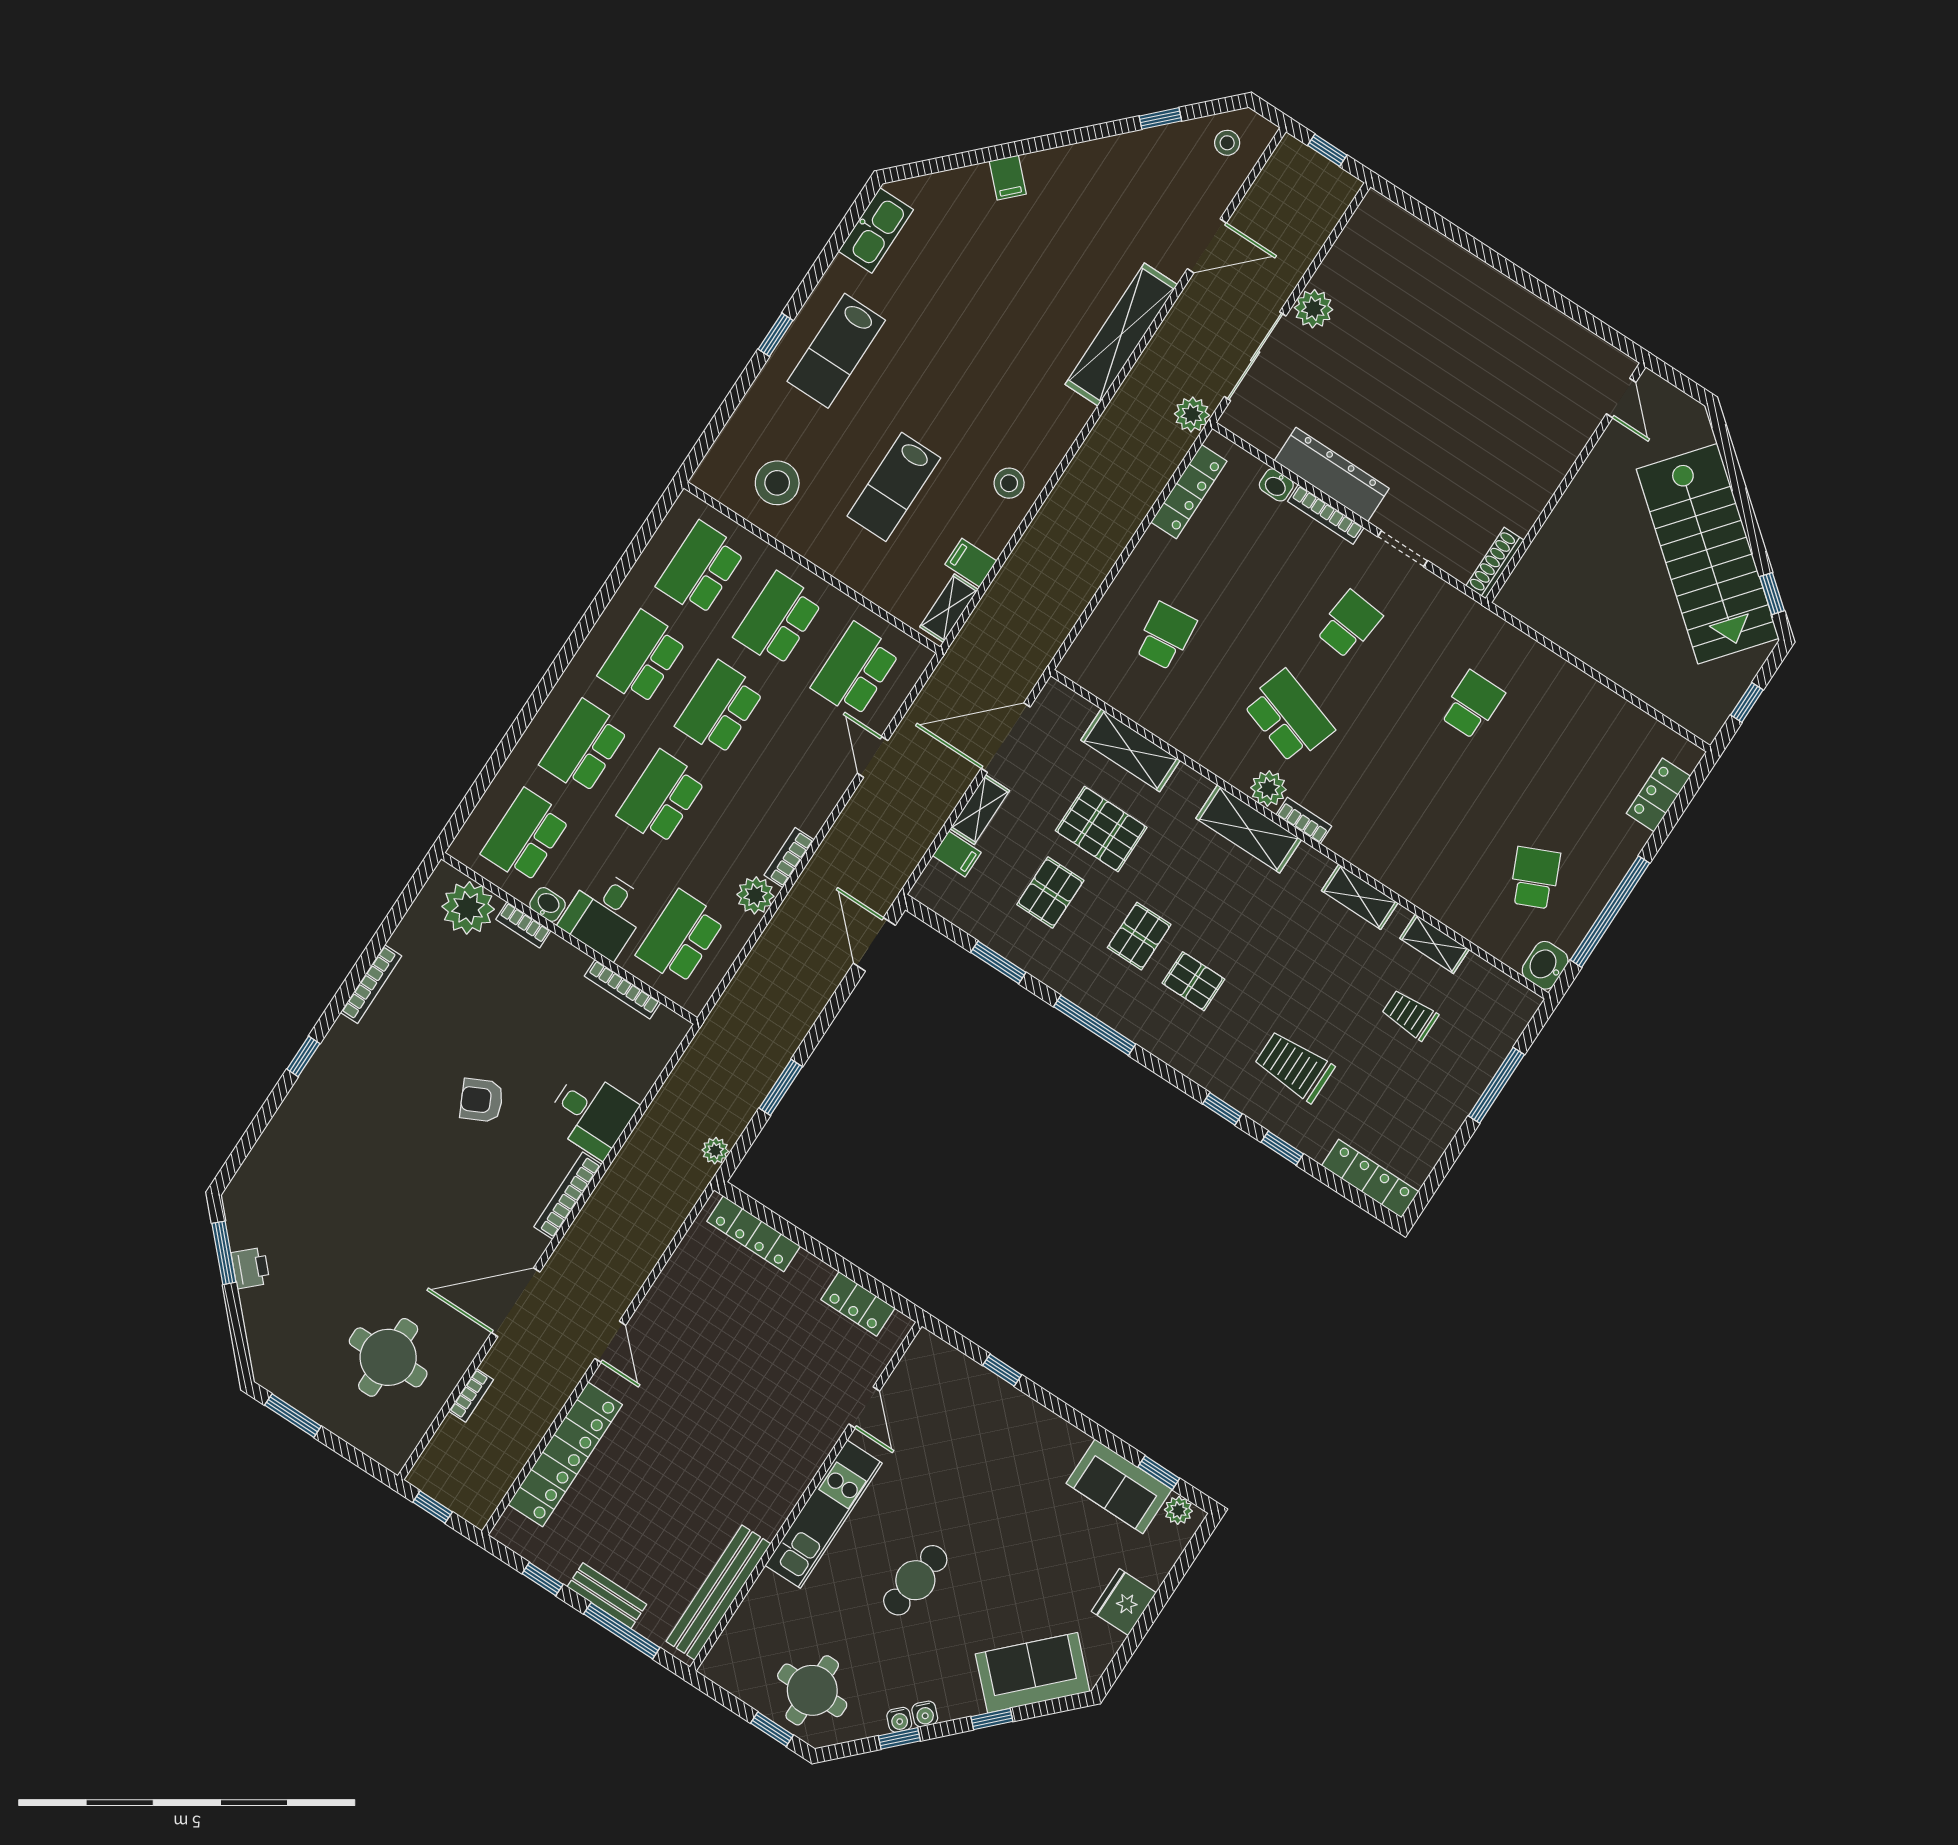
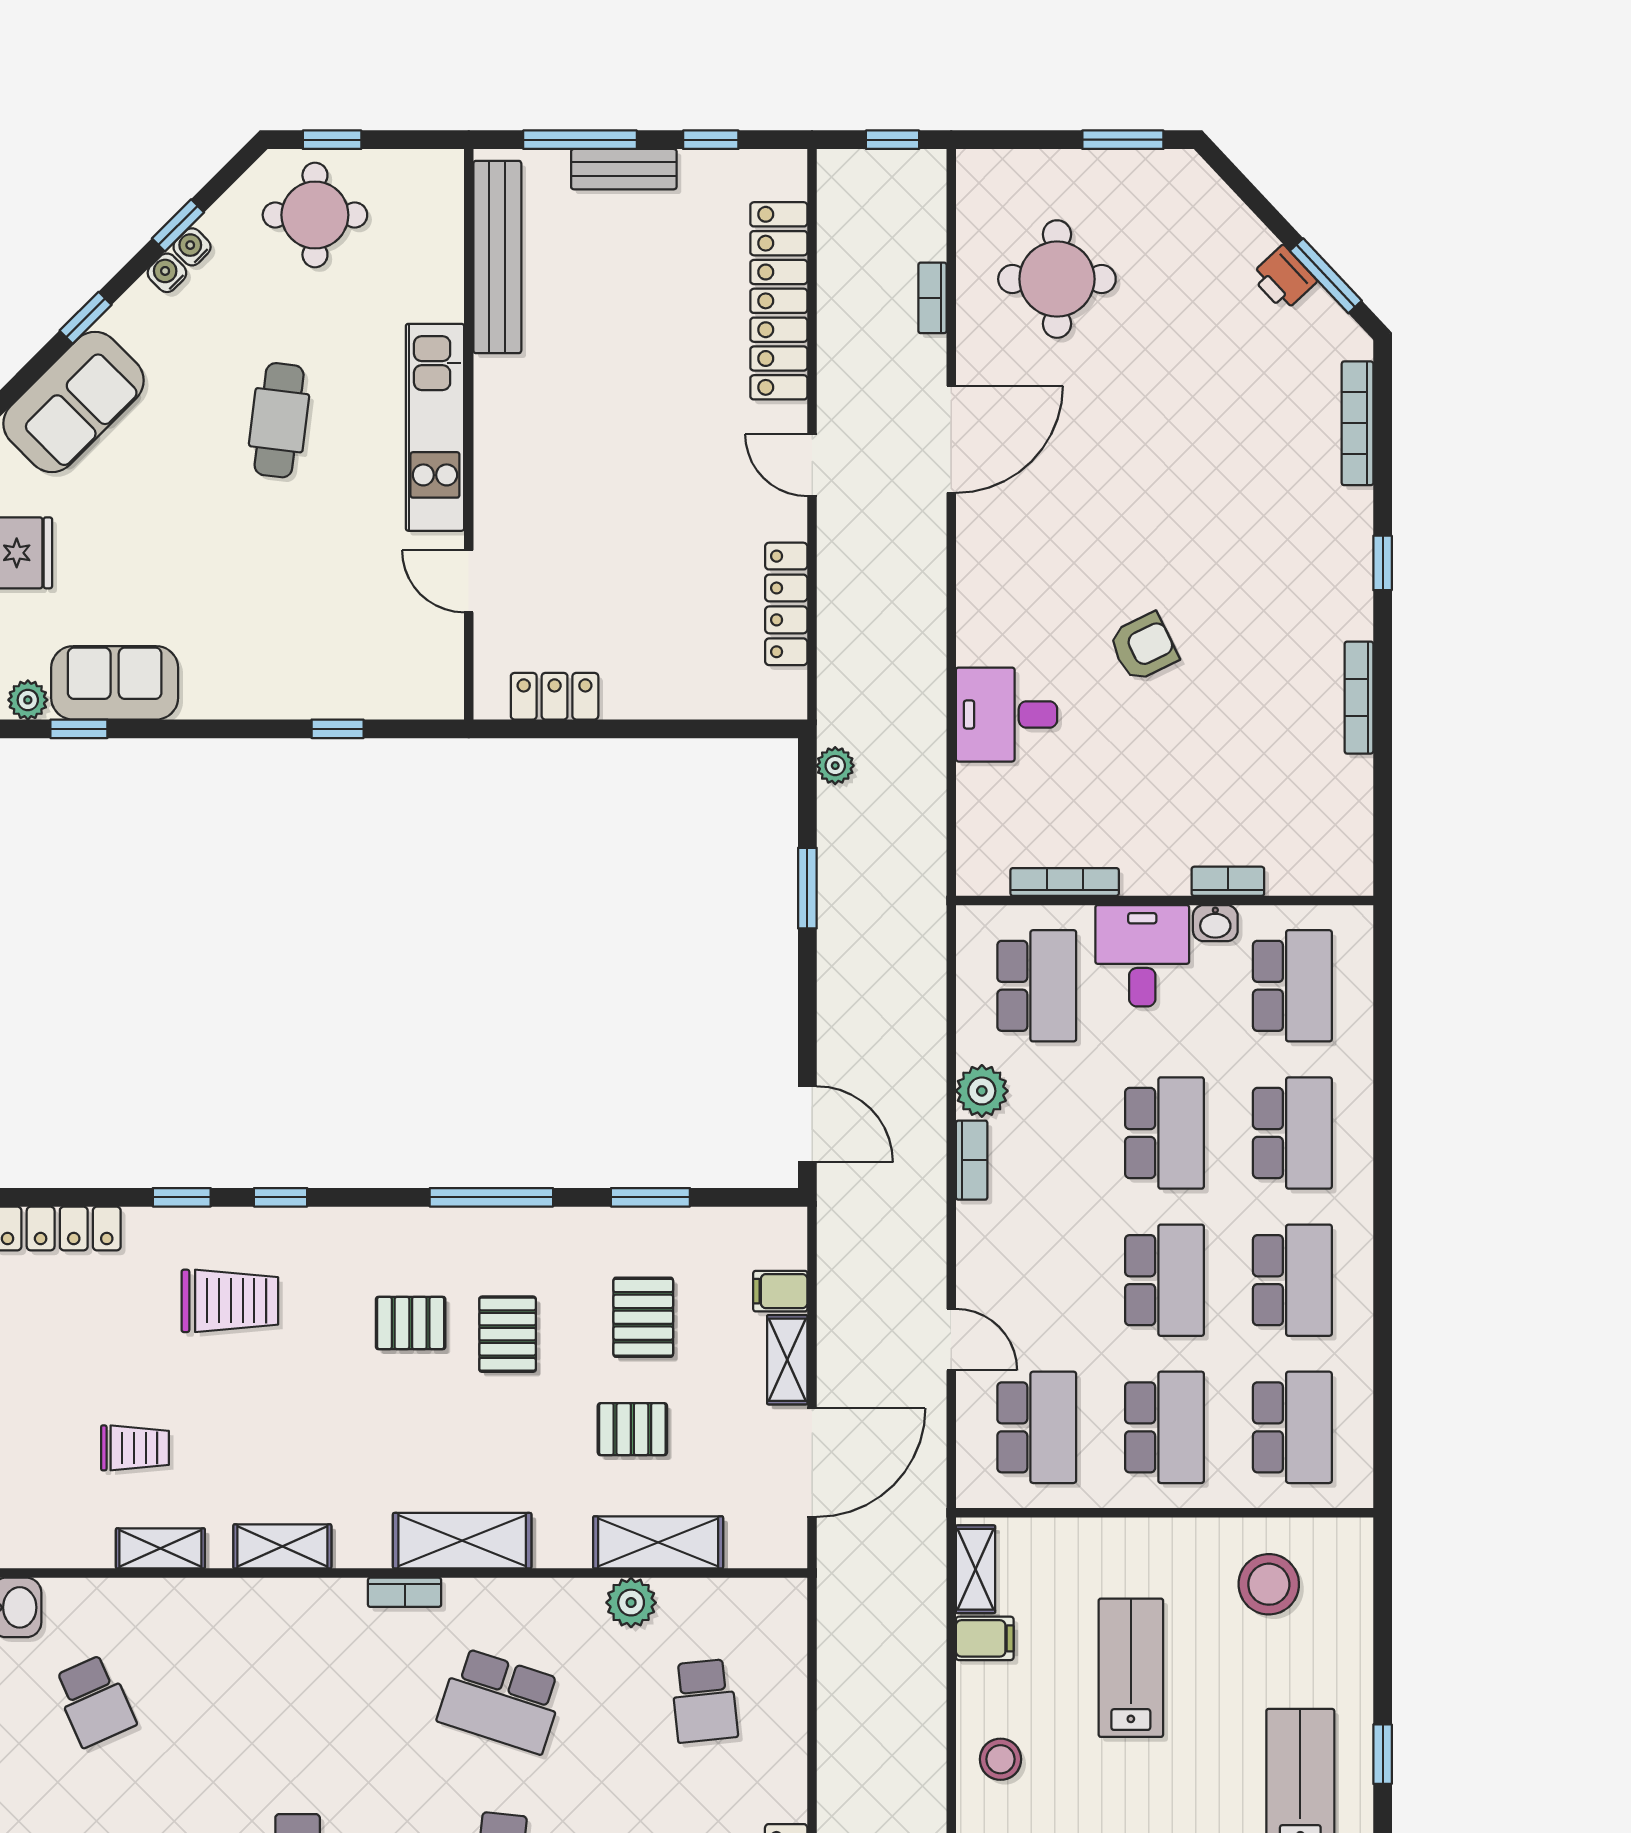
plant: (1268, 789) -> (631, 1603), moved
pallet: (1101, 829) -> (632, 1429), width x0.67, depth x0.71
plant: (468, 908) -> (1304, 859), removed
bookcase: (568, 1196) -> (1357, 423), moved, turned 180
locker: (754, 1234) -> (786, 604), moved, turned -90

